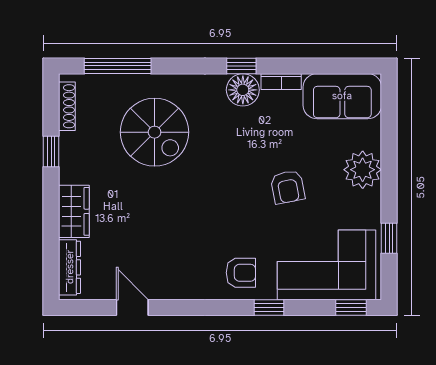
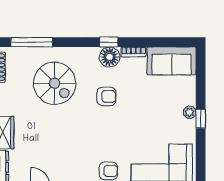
plant: (363, 170) -> (190, 112), width x0.53, depth x0.53
armchair: (288, 187) -> (106, 96), moved, turned -79
window: (389, 238) -> (201, 119), moved

